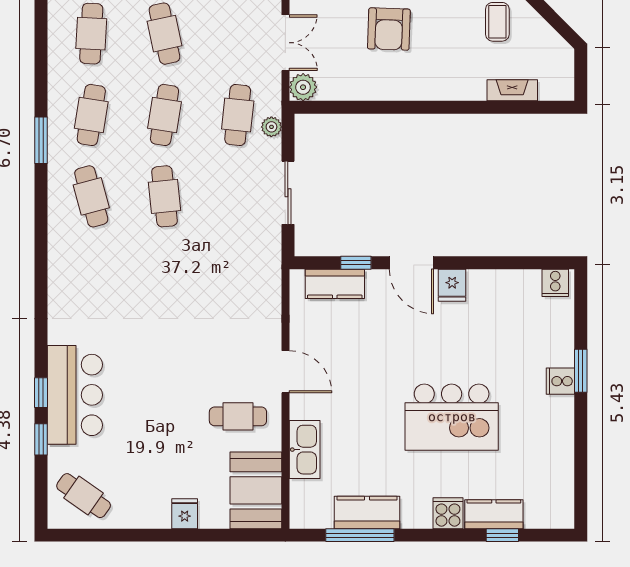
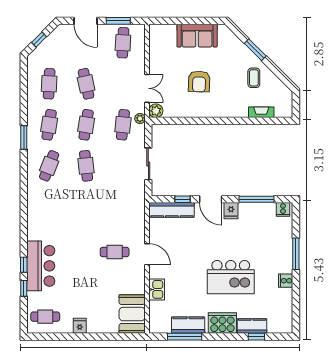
plant: (271, 127) -> (140, 118), moved
cafe table: (91, 196) -> (49, 166), turned 36
window: (503, 263) -> (257, 199), added
kitchen counter: (335, 284) -> (172, 210), width x1.50
window: (581, 371) -> (296, 254), width x1.44
cooker: (560, 381) -> (286, 281), moved
cafe table: (238, 416) -> (115, 252), moved
kitchen sink: (305, 450) -> (157, 289), width x0.73
cafe table: (84, 496) -> (45, 317), turned -35
cooker: (448, 513) -> (222, 323), width x1.87, depth x1.31
fridge: (185, 514) -> (80, 326), moved

